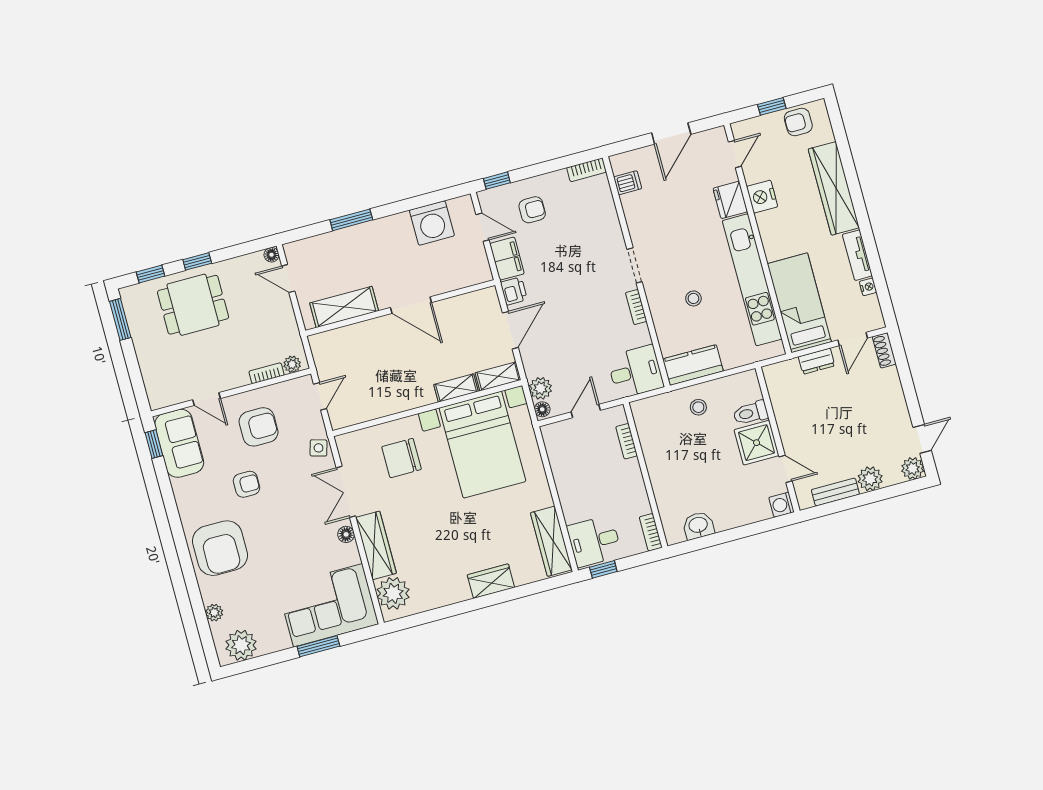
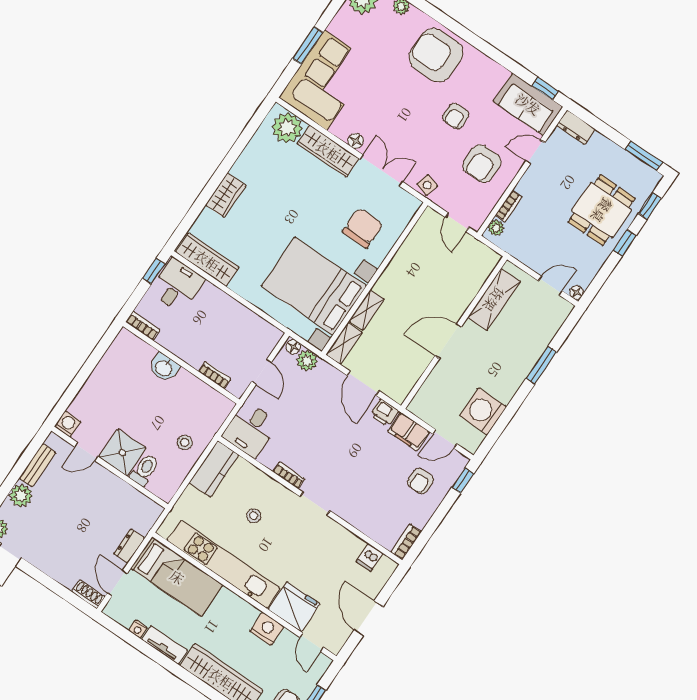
fridge: (730, 200) -> (294, 607), width x1.36, depth x1.34
dresser: (156, 391) -> (576, 127), added
washbasin: (698, 526) -> (164, 368), moved, turned 90

